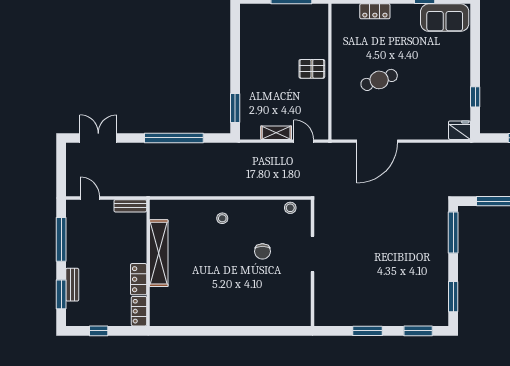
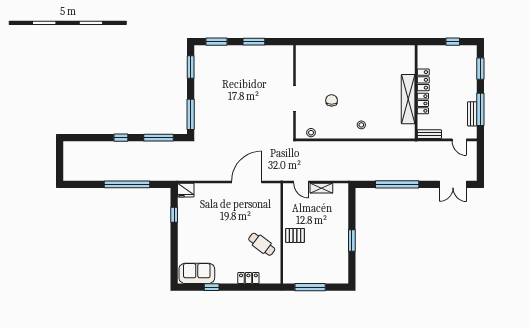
cafe table: (379, 80) -> (262, 244), moved, turned 57
window: (235, 108) -> (352, 241), moved
bench: (72, 285) -> (472, 114), moved
locker: (139, 311) -> (423, 103), moved

